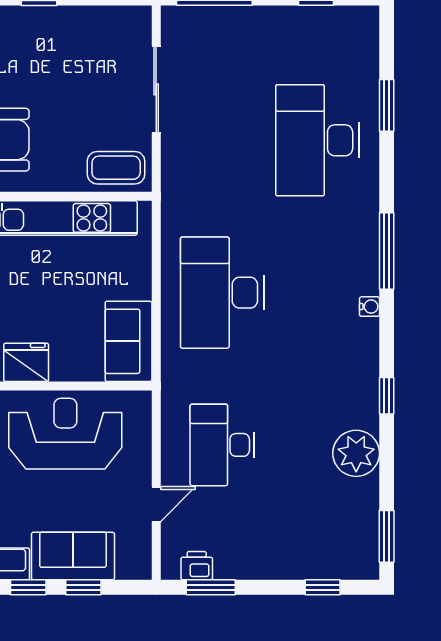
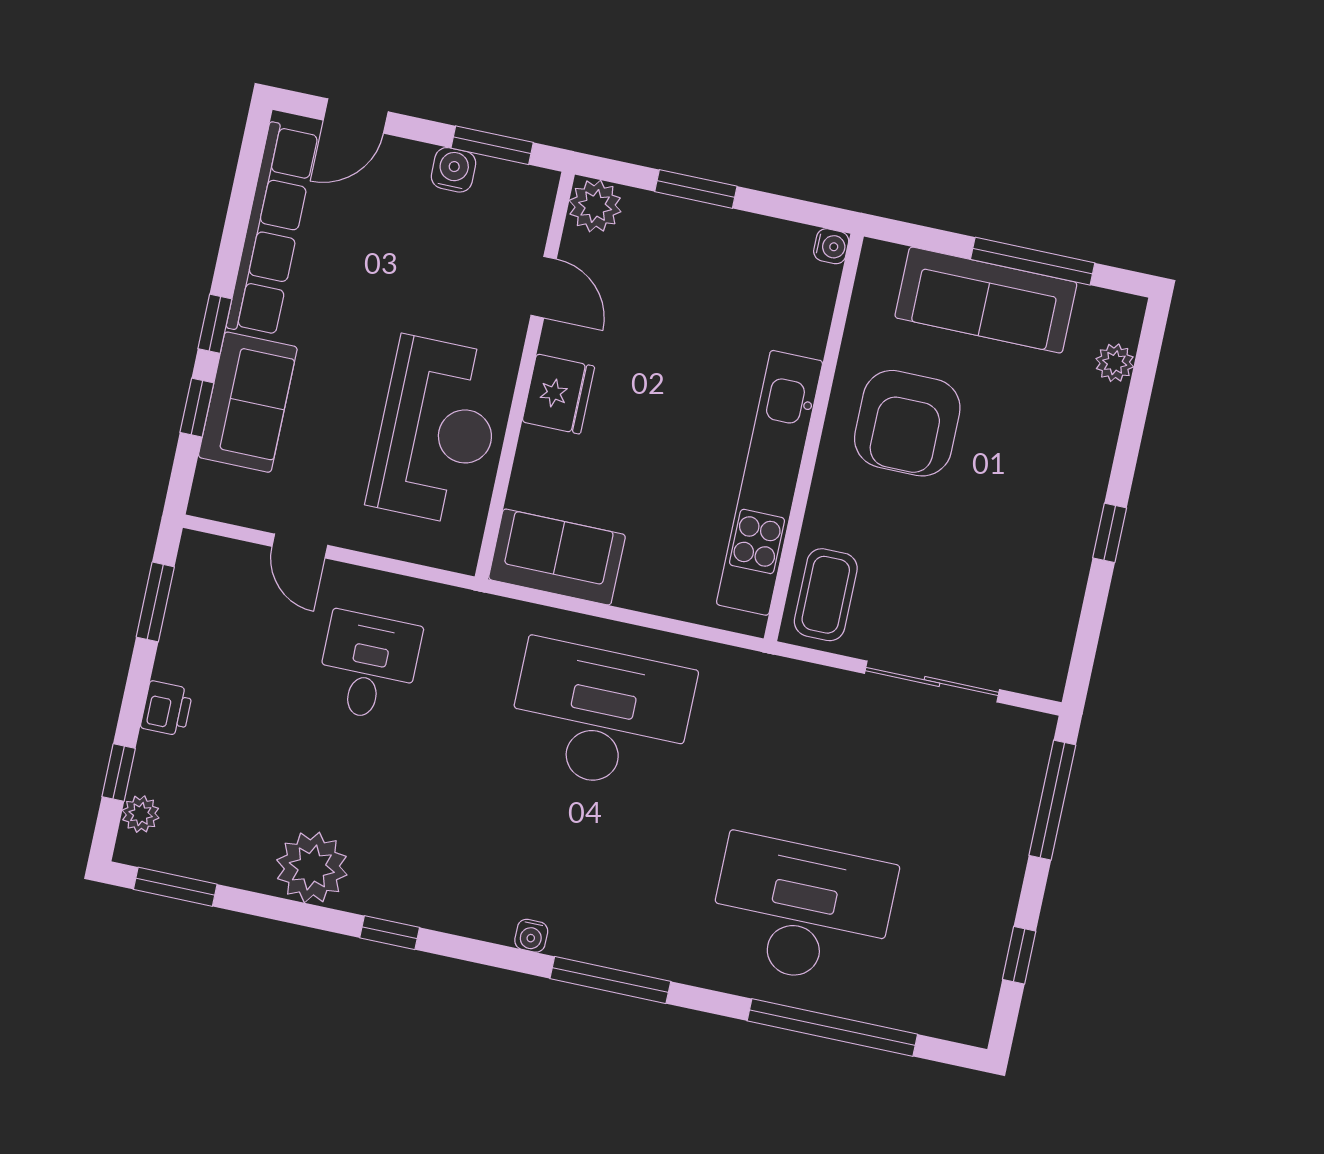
window: (387, 105) -> (832, 1028), width x2.11
desk: (222, 445) -> (368, 666), width x0.73
printer: (197, 566) -> (167, 709), moved
plant: (346, 568) -> (141, 814), added

